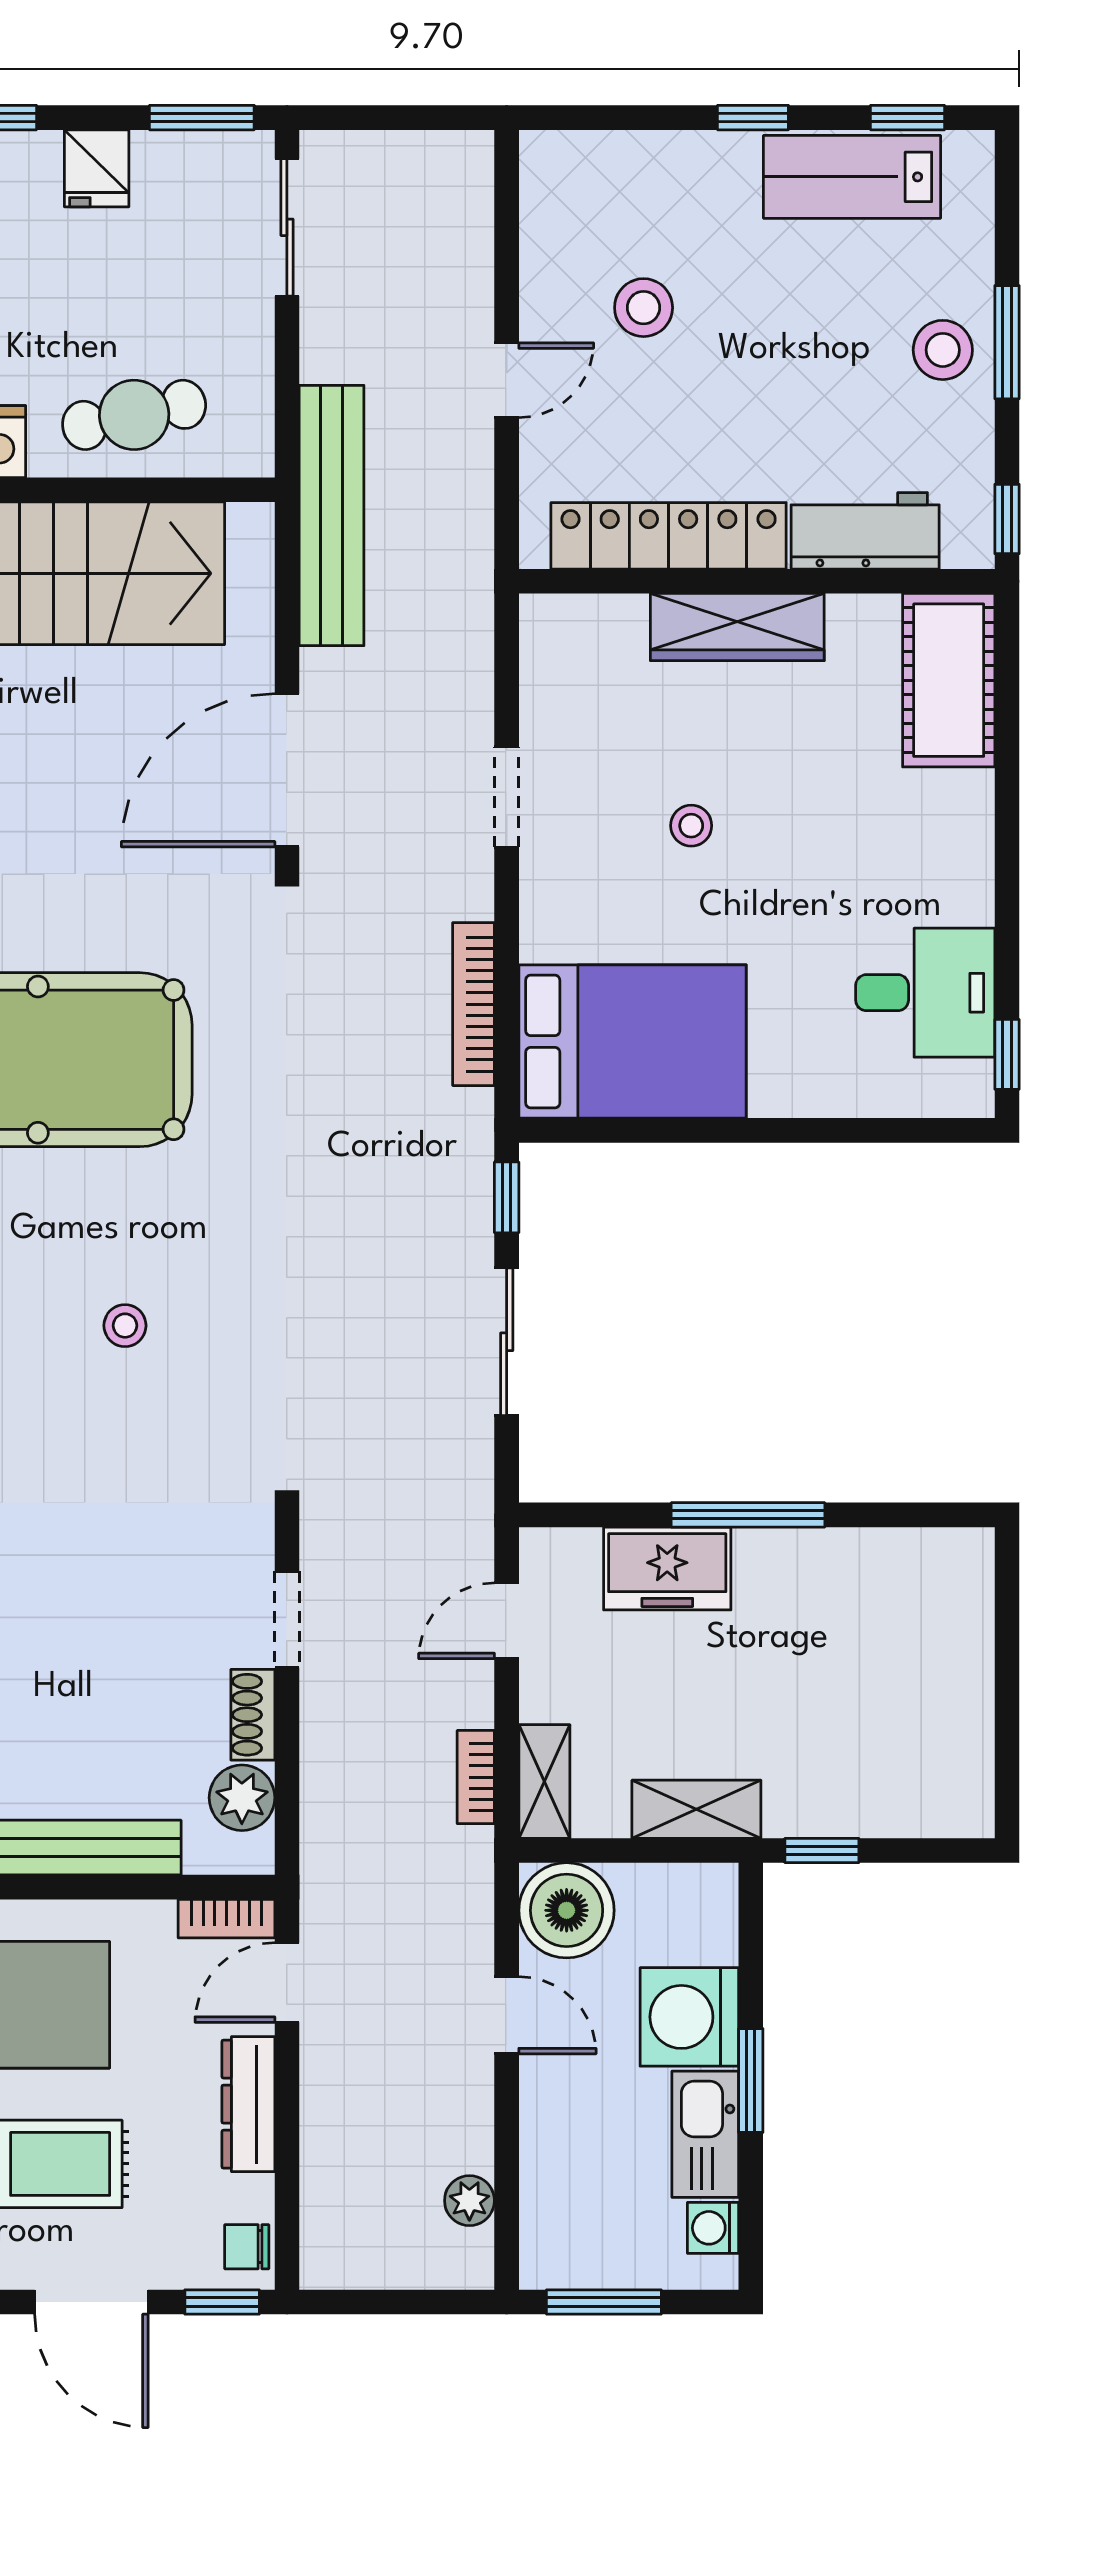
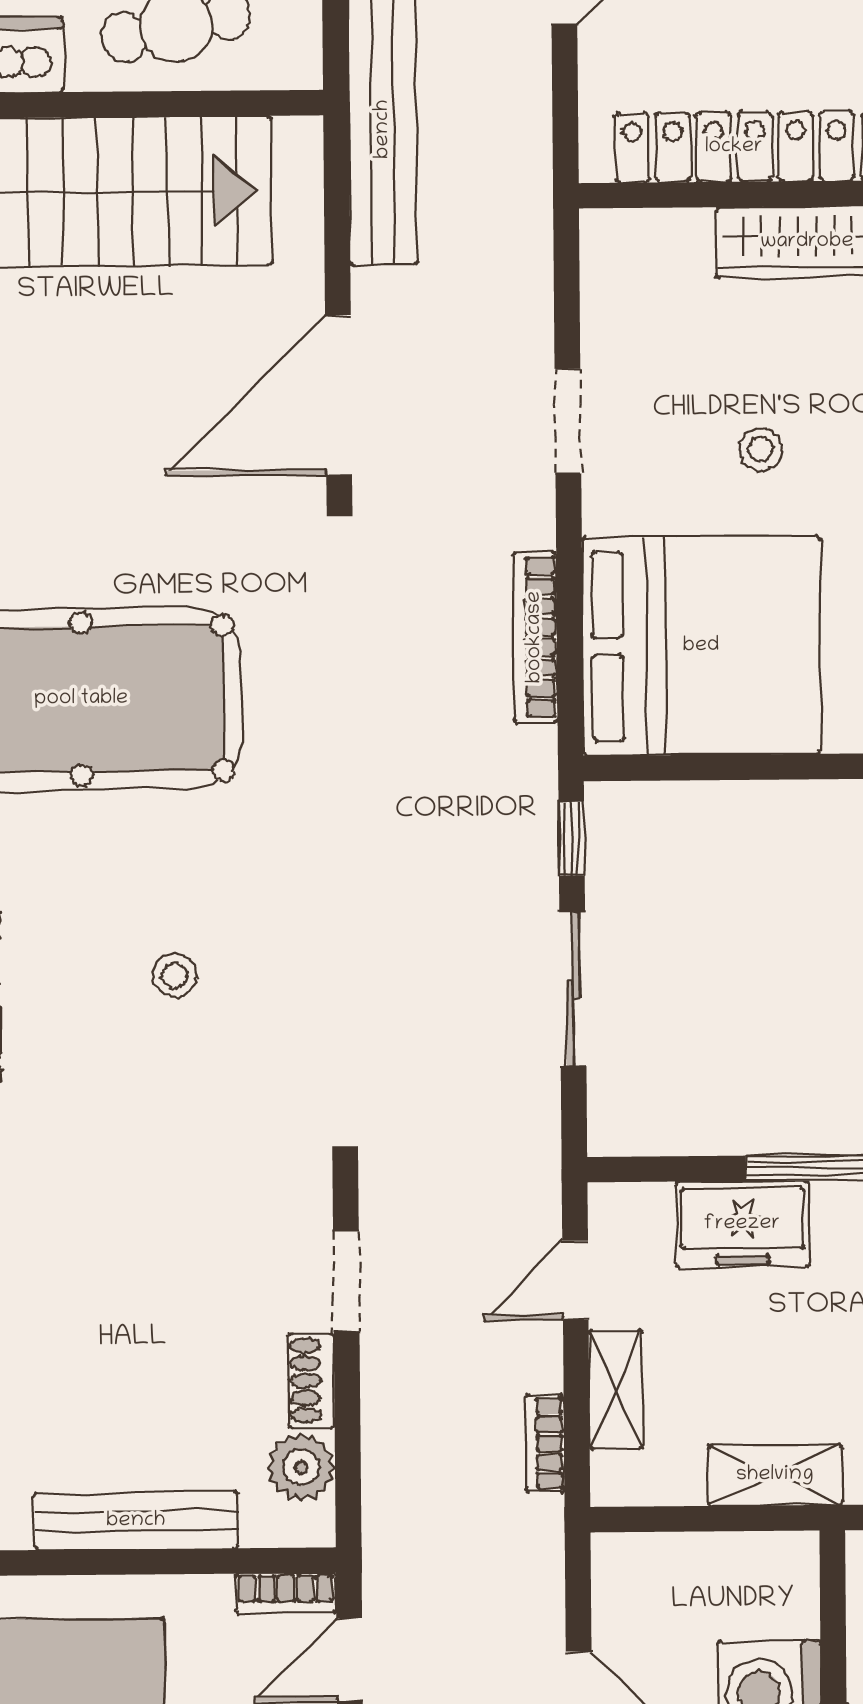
bed: (633, 1042) -> (701, 646), width x1.36
shelving: (544, 1781) -> (616, 1389), moved
boiler: (567, 1910) -> (640, 1582), removed

